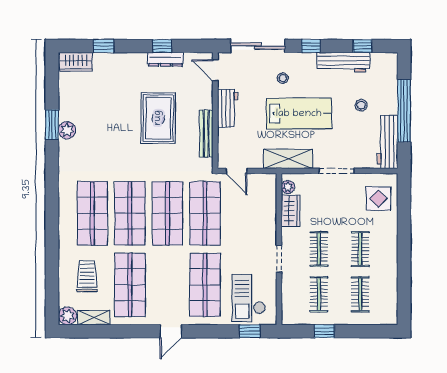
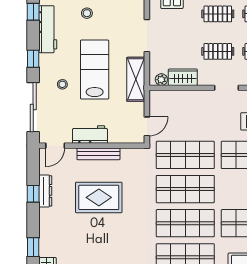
bench: (206, 134) -> (98, 154), moved

